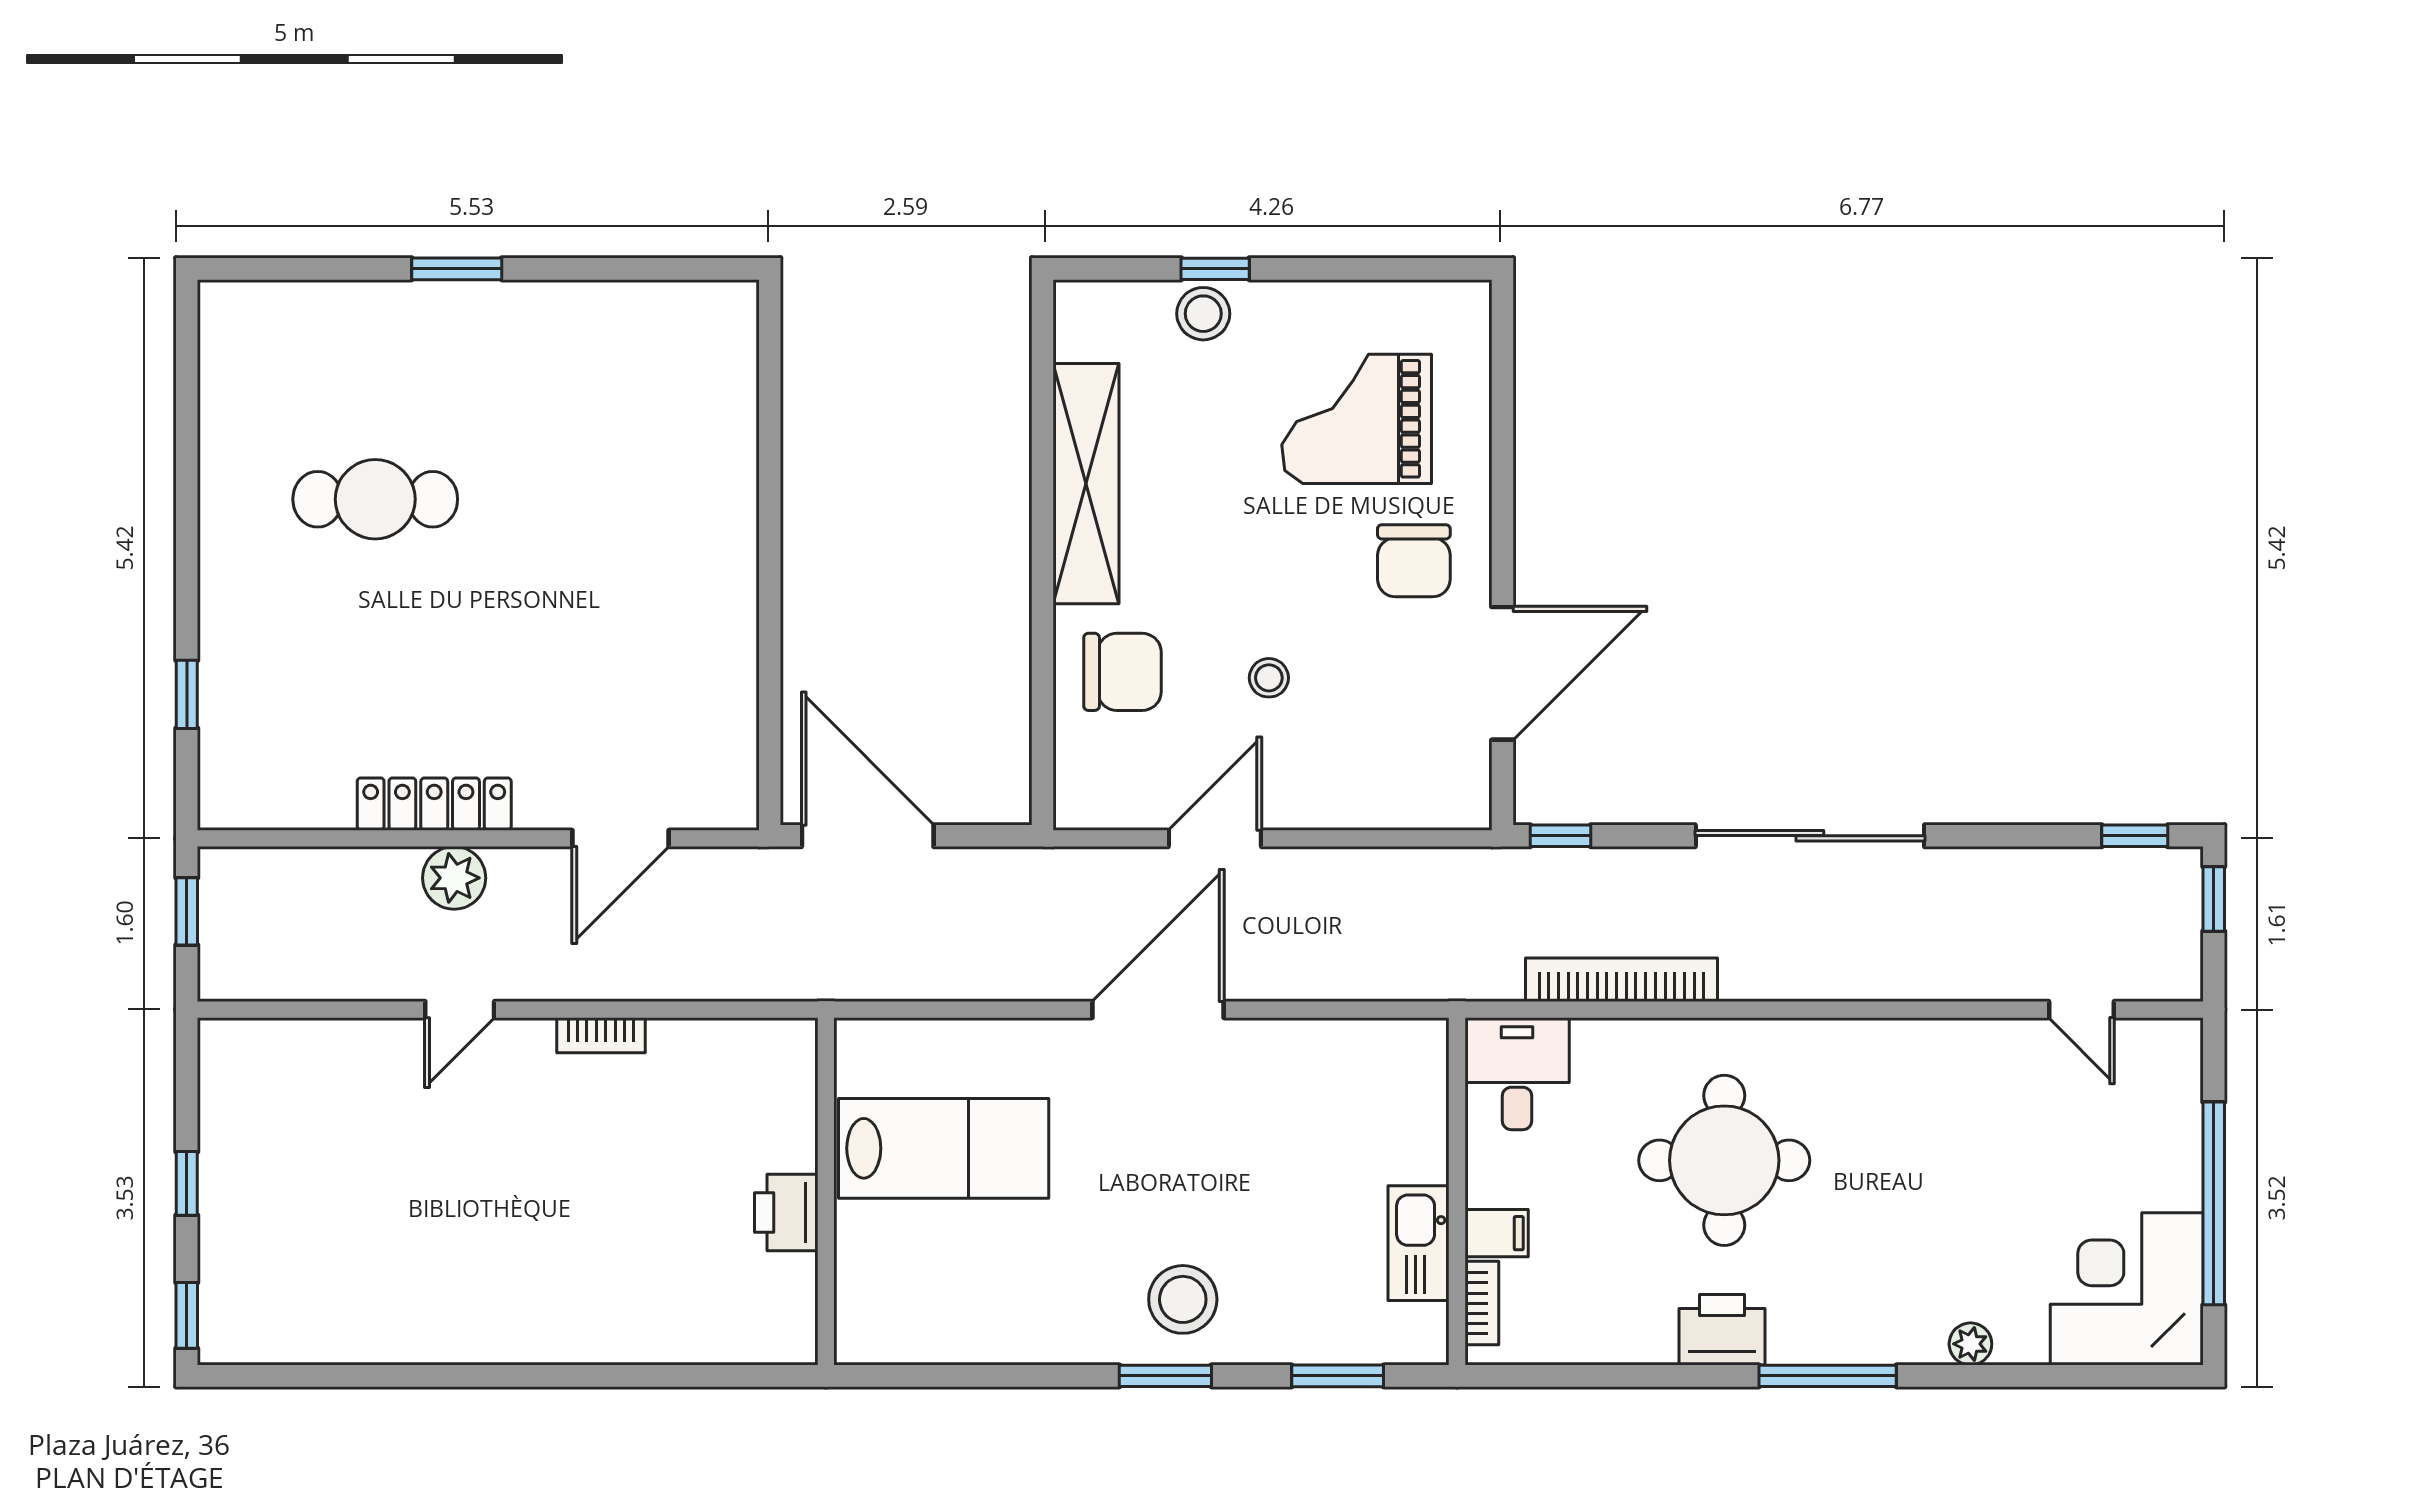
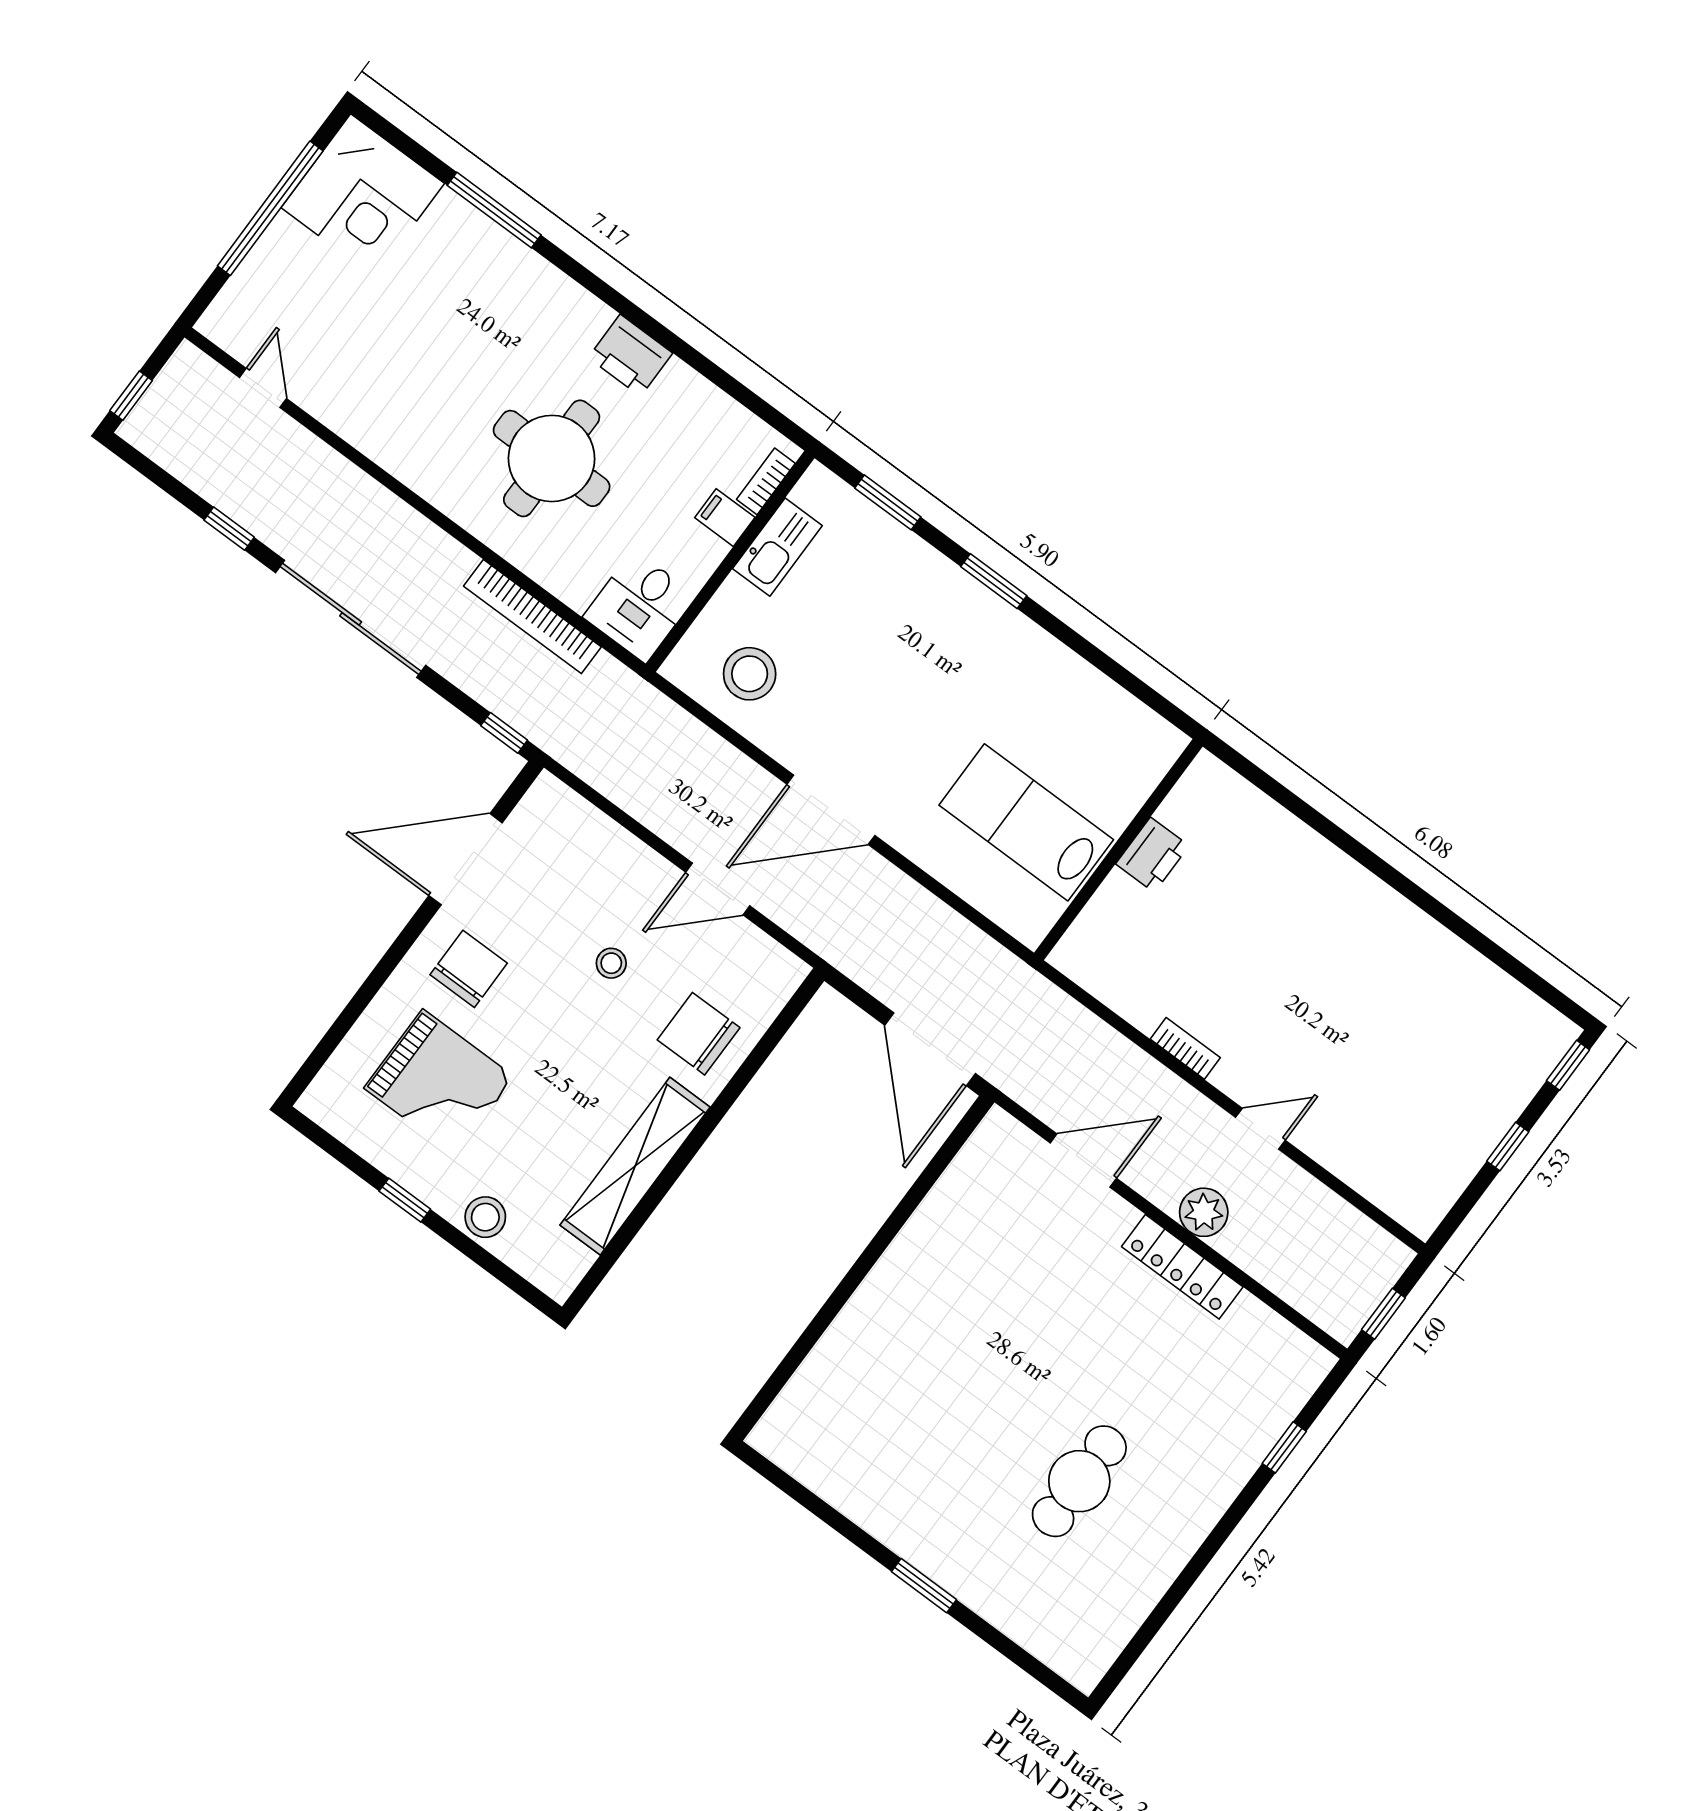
window: (1215, 269) -> (405, 1200), moved
cafe table: (375, 499) -> (1079, 1481), turned 90
window: (2135, 836) -> (229, 529), moved
stool: (1183, 1299) -> (750, 674), moved
plant: (1970, 1344) -> (484, 233), removed
window: (1828, 1376) -> (494, 210), moved

